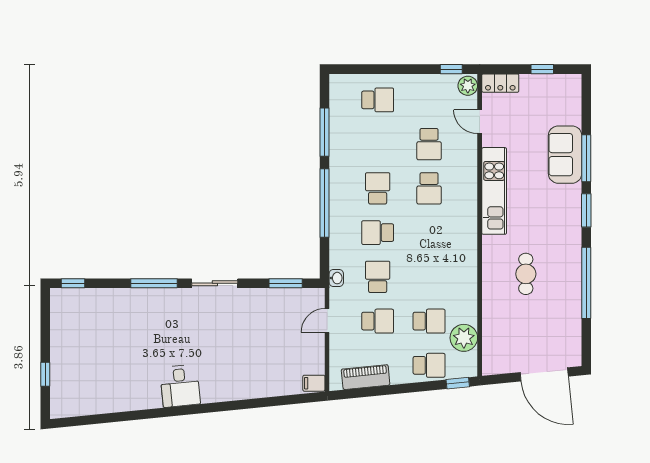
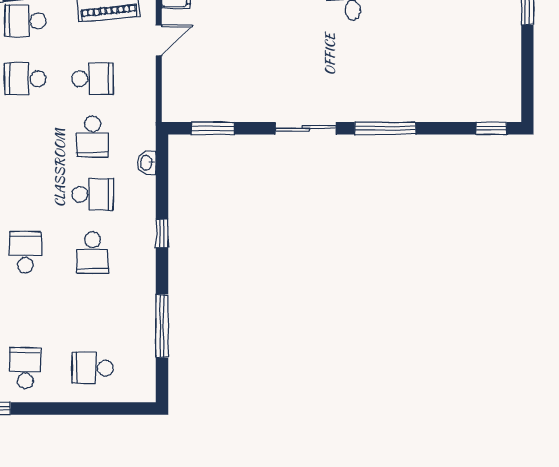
school desk: (429, 144) -> (25, 368), moved
window: (325, 203) -> (162, 233), width x0.32
washbasin: (336, 278) -> (147, 163), moved
door: (327, 320) -> (159, 40), moved
school desk: (378, 321) -> (93, 79), turned 180

